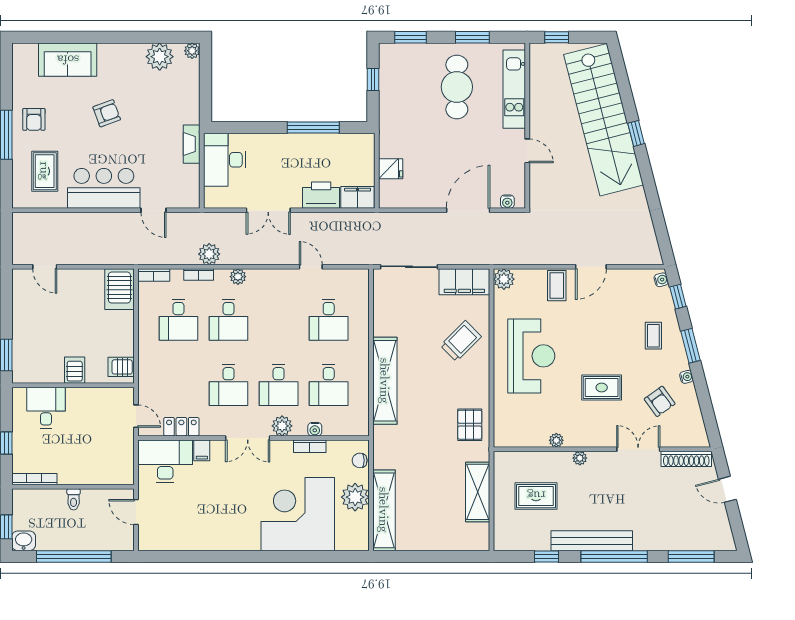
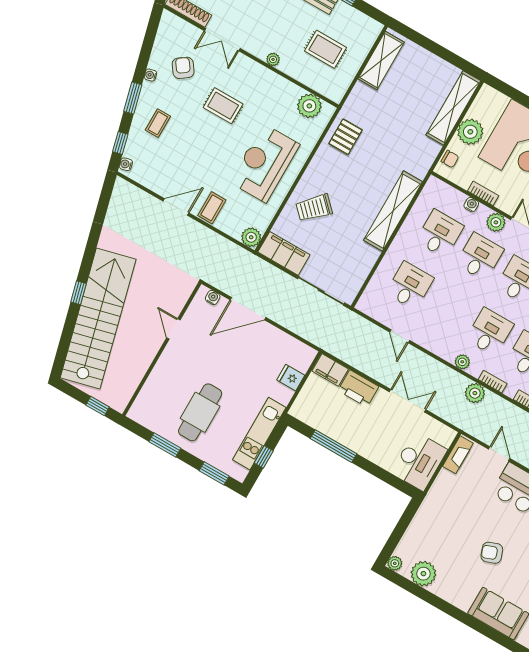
kitchen unit: (514, 89) -> (259, 434), moved, turned 180
fireplace: (192, 144) -> (458, 455), moved
plant: (556, 440) -> (309, 106), moved, width x1.88, depth x1.88
shelving: (478, 492) -> (381, 61), moved

